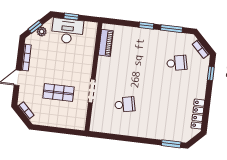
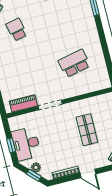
doorway: (92, 91) -> (50, 105), moved
school desk: (125, 105) -> (74, 63), width x1.85

